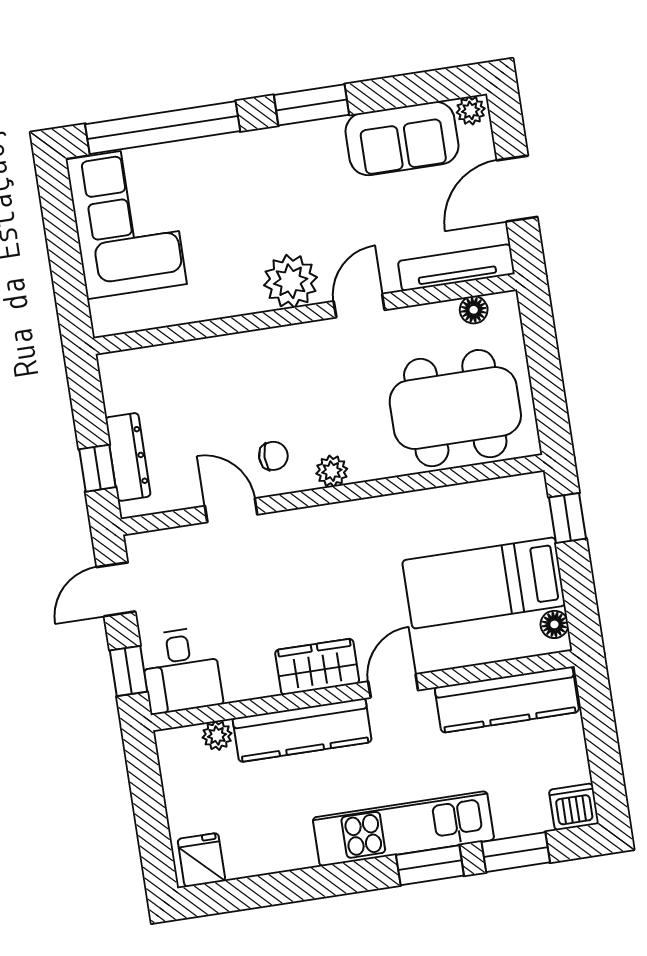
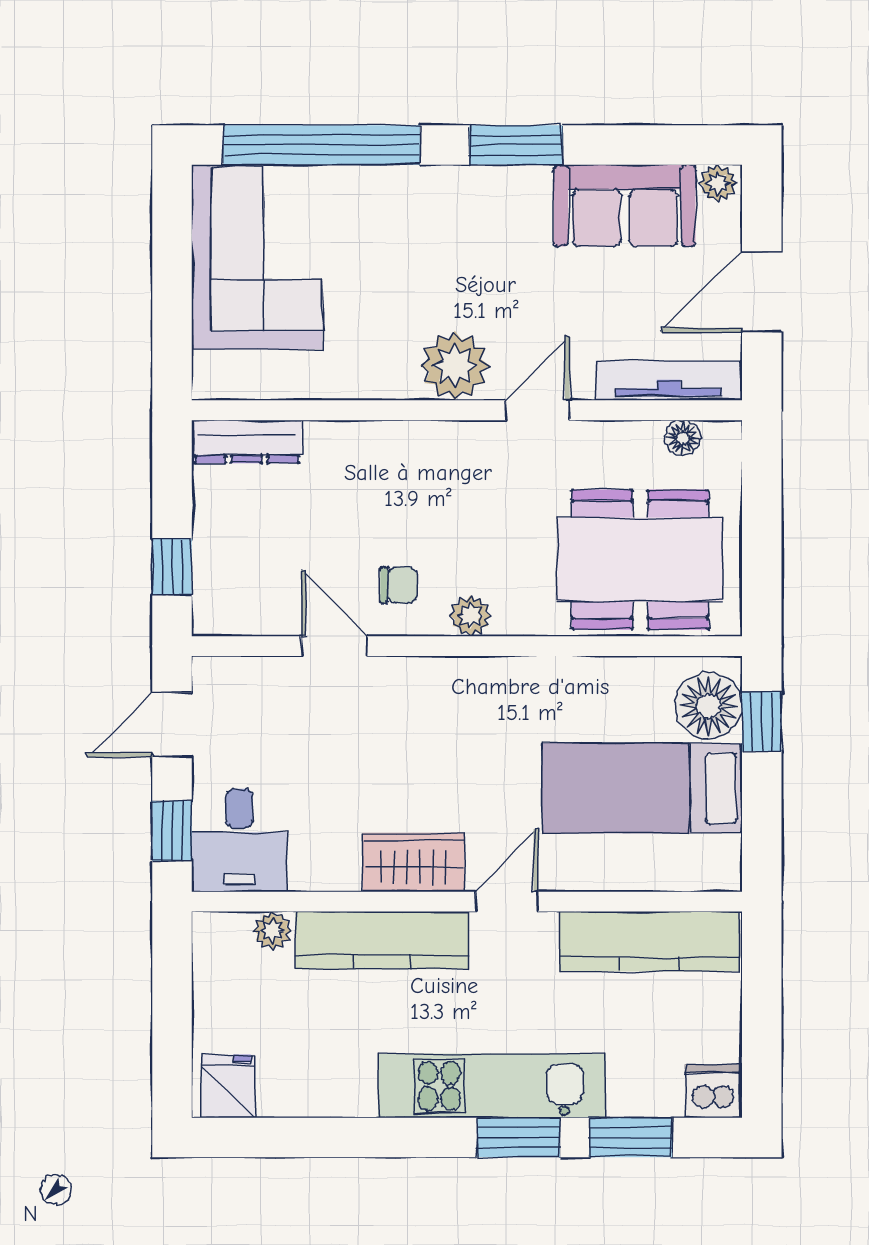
dresser: (128, 457) -> (247, 442), moved, turned 90
floor lamp: (554, 624) -> (709, 706), moved, width x1.89, depth x1.89

